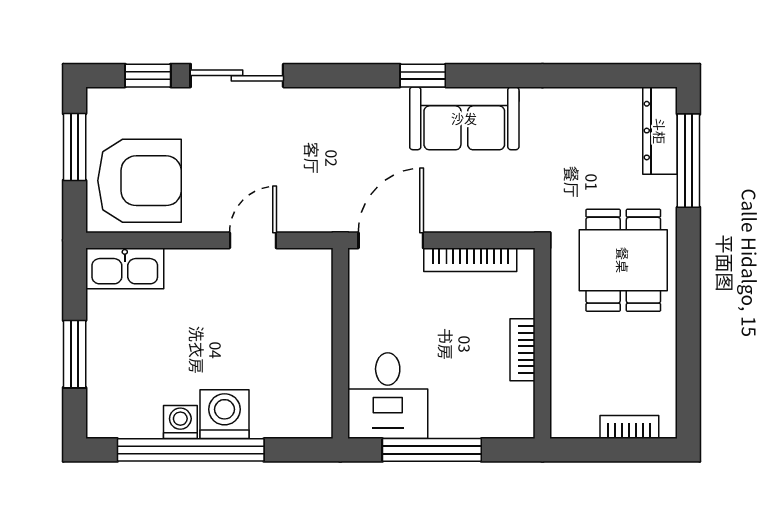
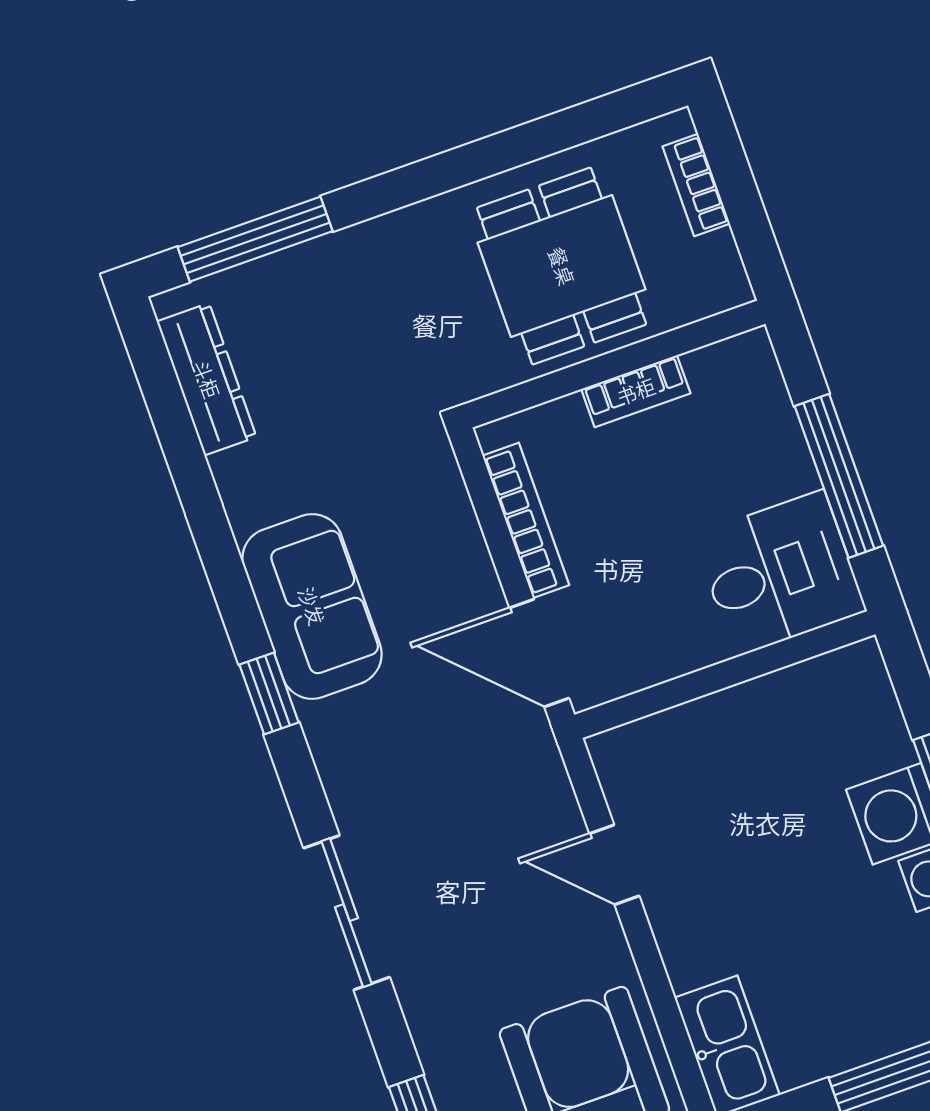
sliding door: (237, 76) -> (347, 913), moved
dresser: (660, 131) -> (207, 379), moved, turned -90
dining table: (623, 260) -> (562, 266), moved, turned 90

